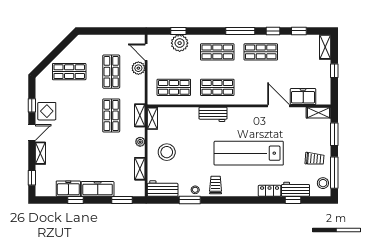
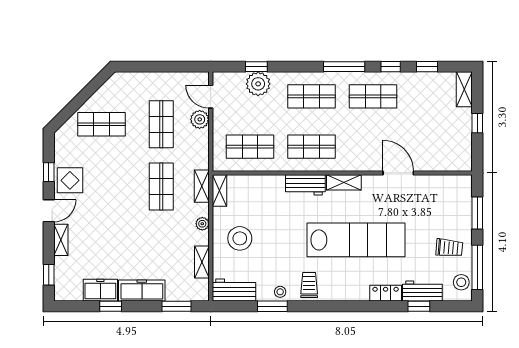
freezer: (303, 97) -> (433, 160), removed
shelving: (318, 113) -> (344, 182), moved
lab bench: (249, 153) -> (356, 240), turned 180

